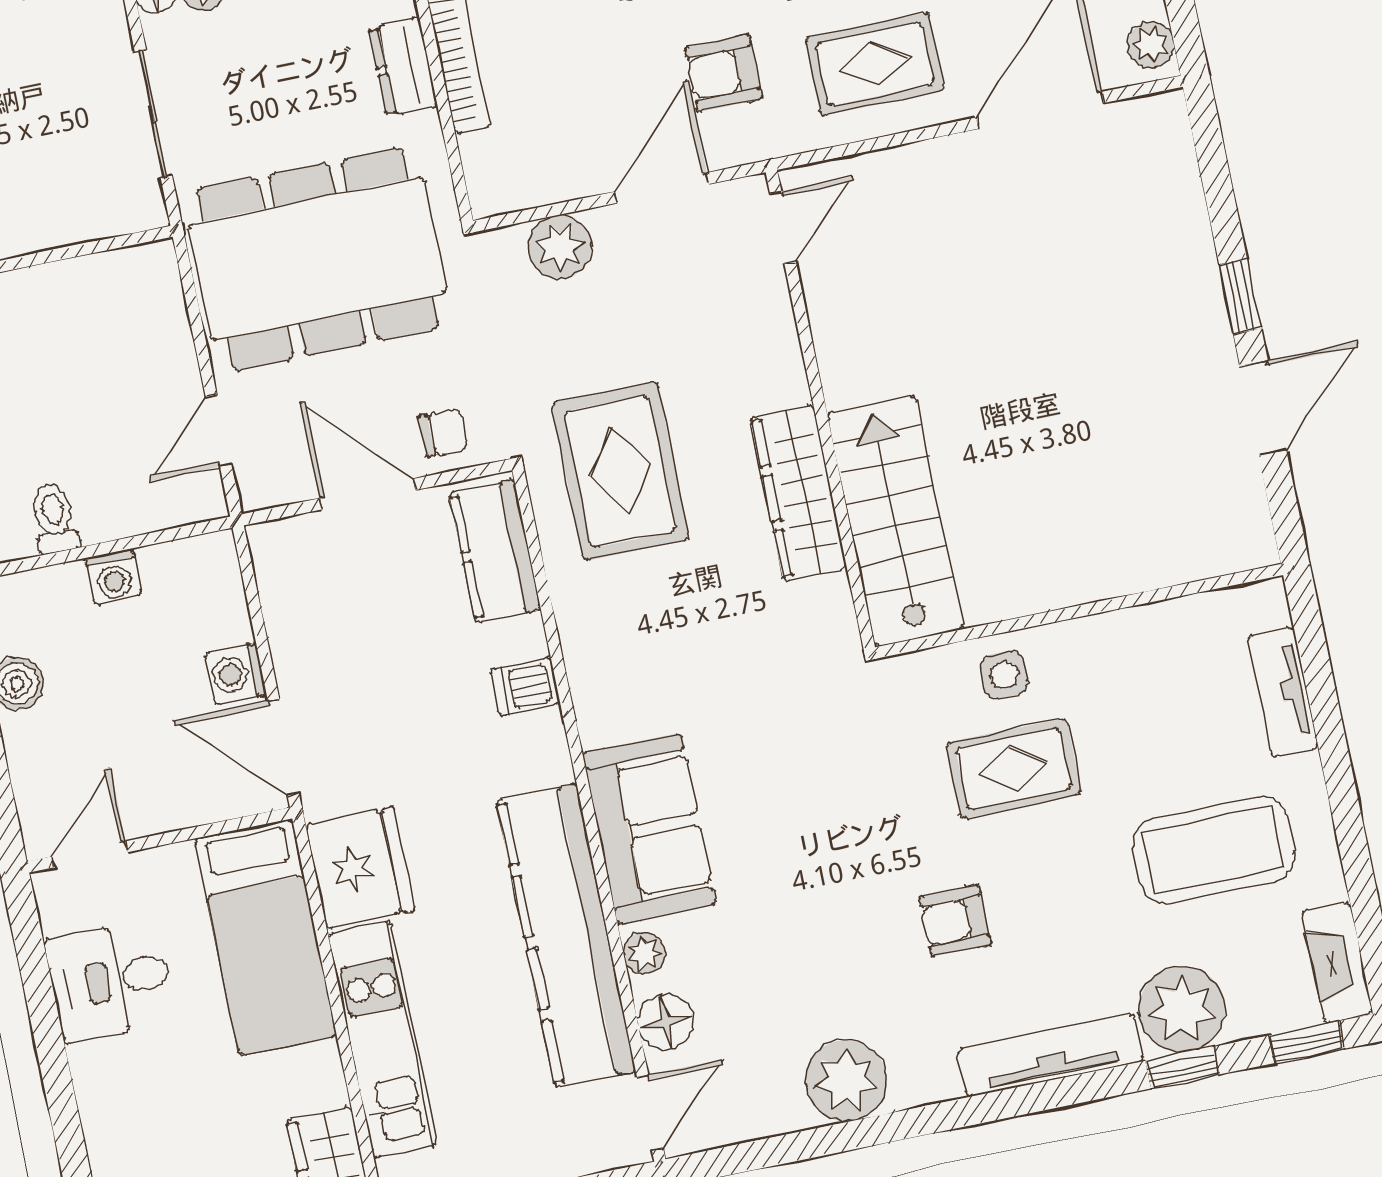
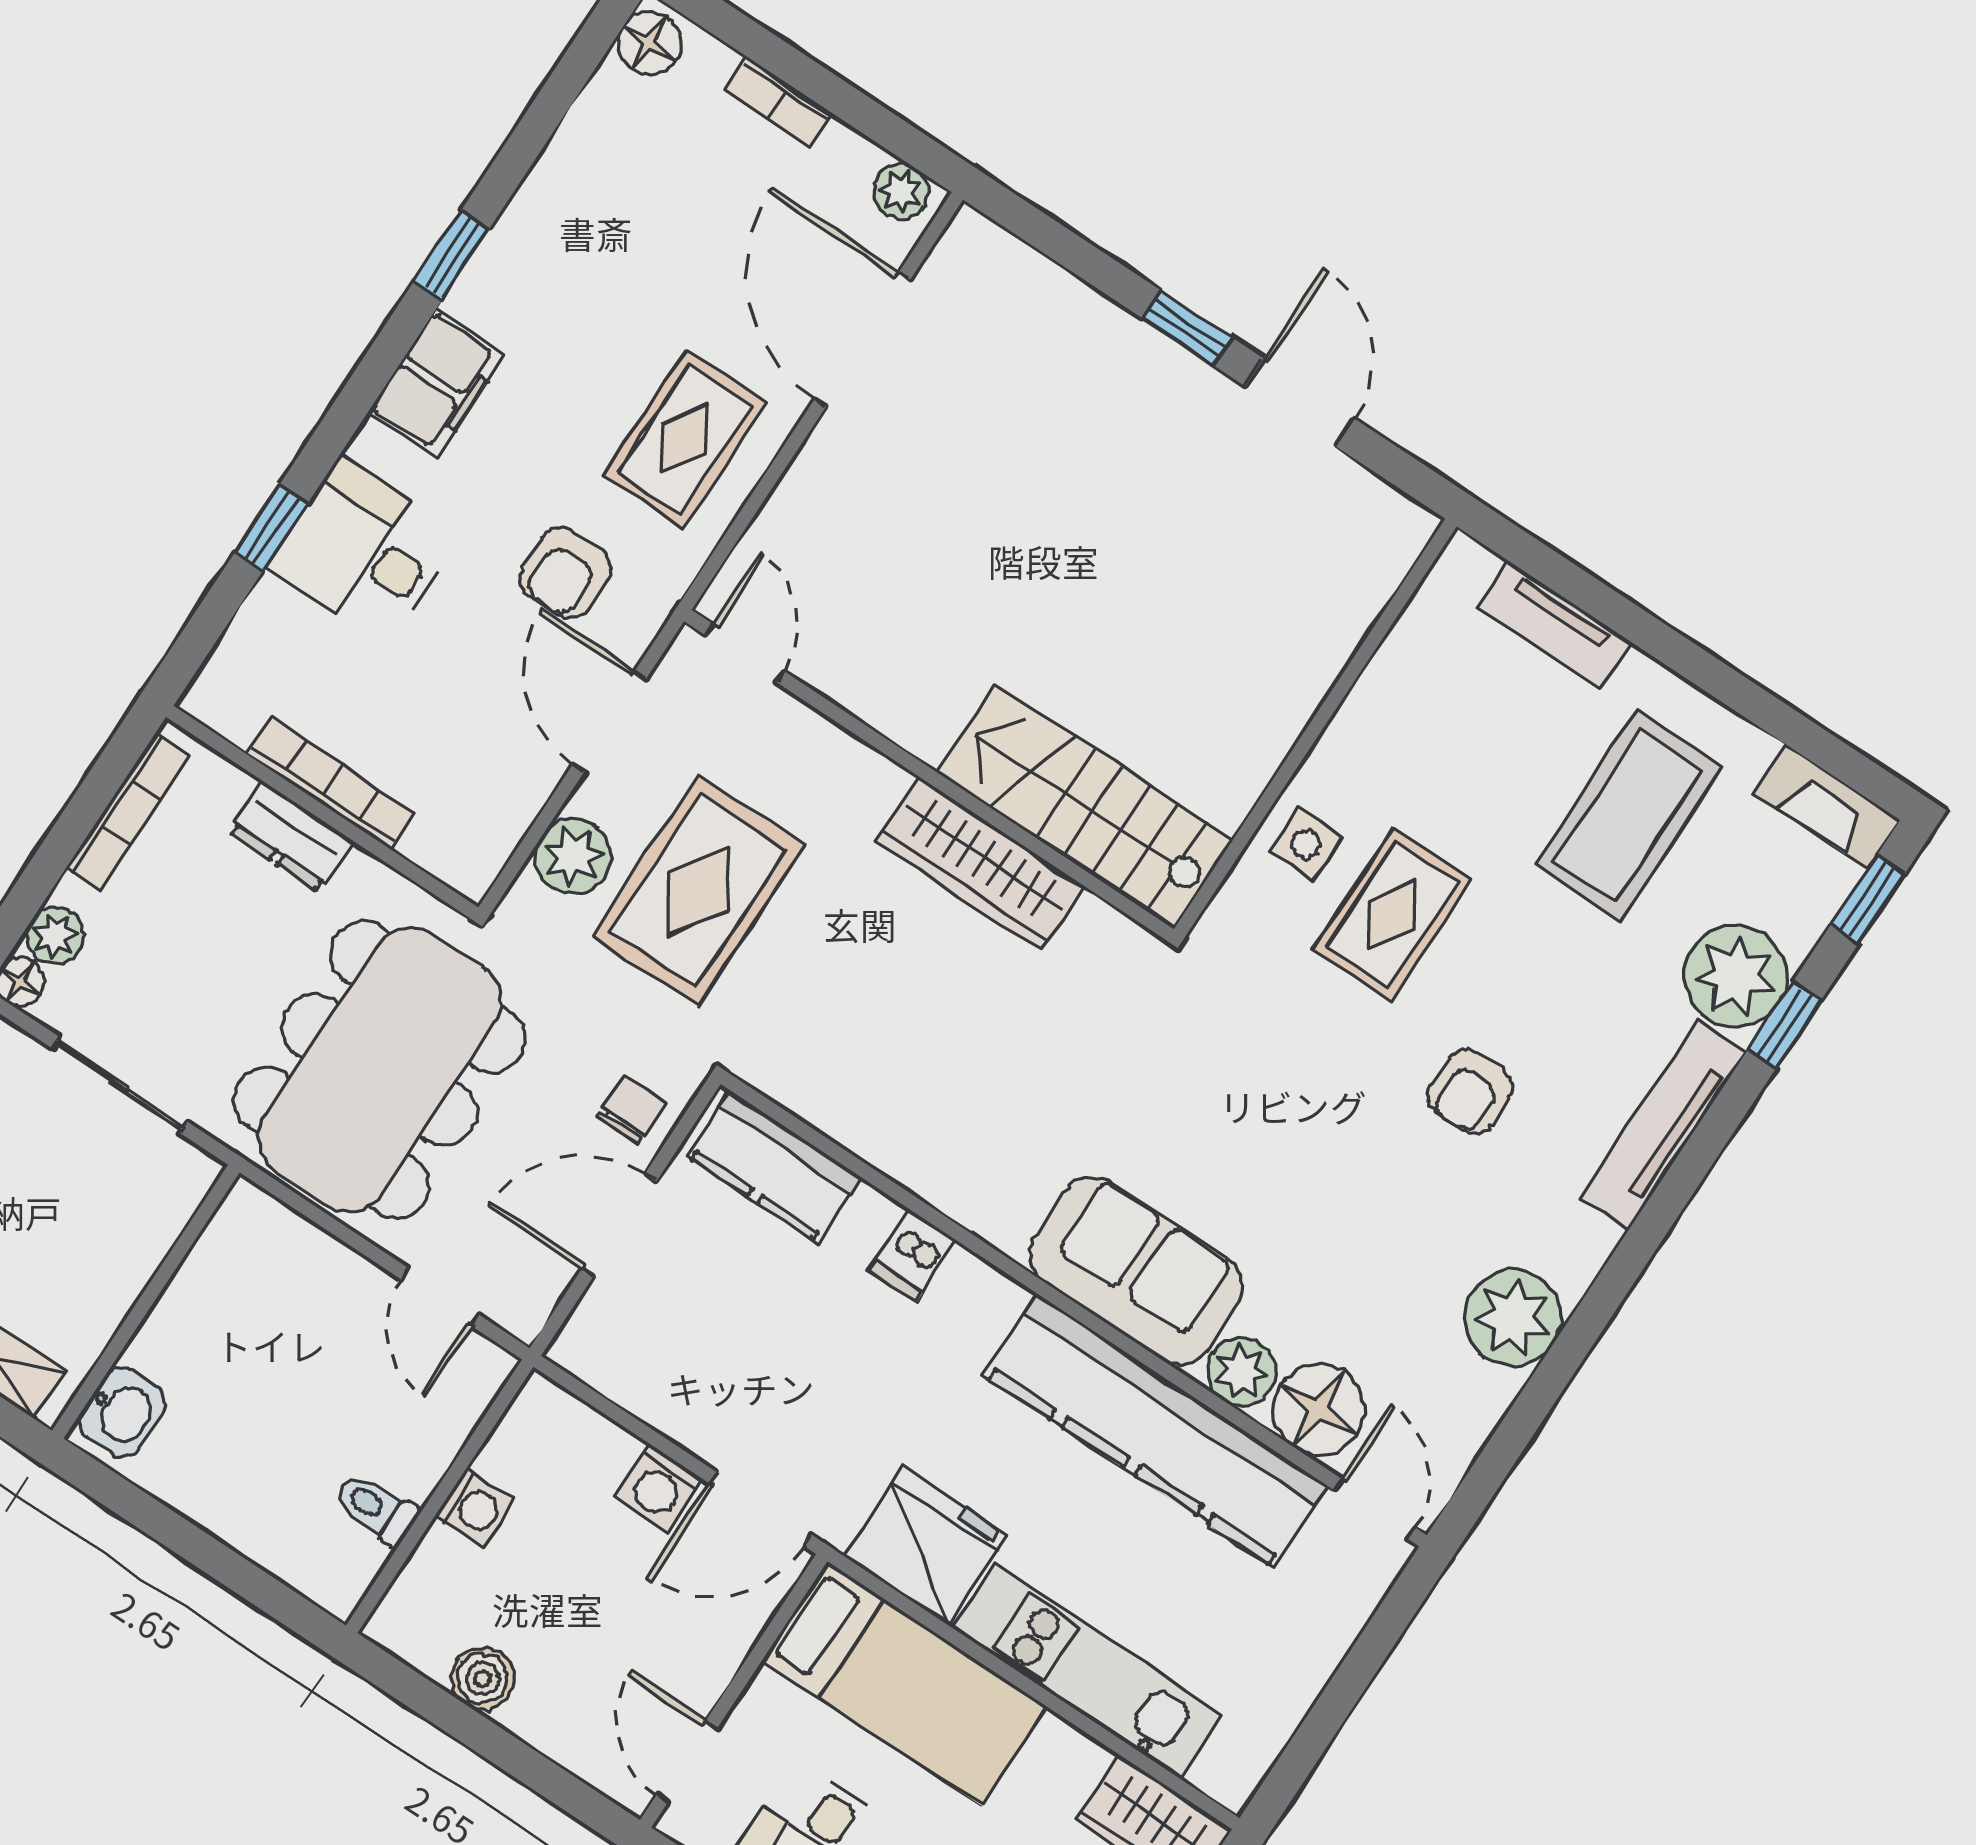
rug: (620, 471) -> (698, 891), moved, turned 90
plant: (645, 953) -> (1242, 1372), width x1.38, depth x1.38
floor lamp: (666, 1022) -> (1319, 1409), width x1.38, depth x1.38

